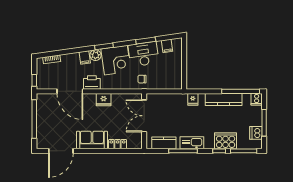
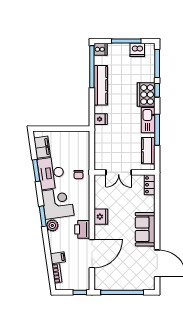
filing cabinet: (167, 46) -> (42, 147), width x2.00
filing cabinet: (85, 58) -> (58, 258), moved
double door: (144, 116) -> (119, 172), width x0.73
cooker: (226, 141) -> (146, 95), moved
locker: (118, 144) -> (150, 185), moved

